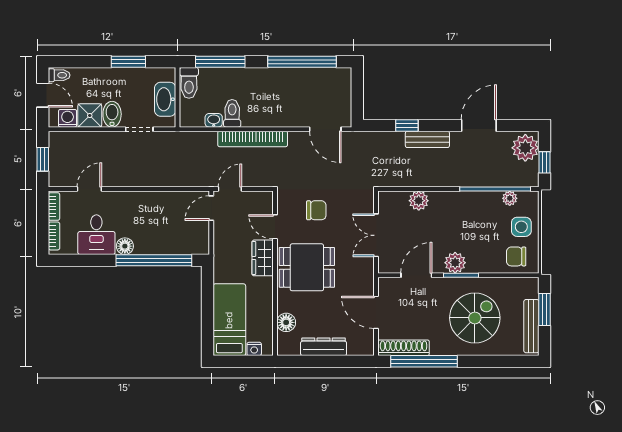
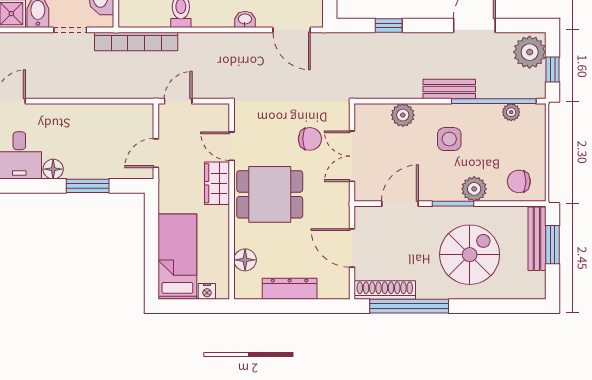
washbasin: (214, 120) -> (245, 19), moved
bookcase: (253, 139) -> (136, 42), moved
bench: (427, 139) -> (449, 89), moved
door: (211, 208) -> (156, 153), moved
chair: (316, 210) -> (310, 139), moved
side table: (521, 227) -> (449, 139), moved
window: (154, 260) -> (88, 186), width x0.47
plant: (455, 263) -> (474, 189), moved
bench: (531, 326) -> (537, 239), moved

